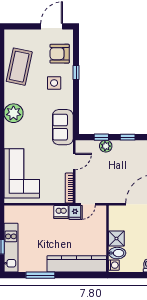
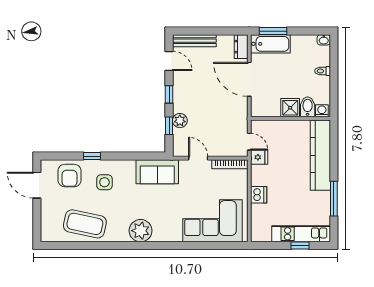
dishwasher: (61, 212) -> (259, 195), moved

